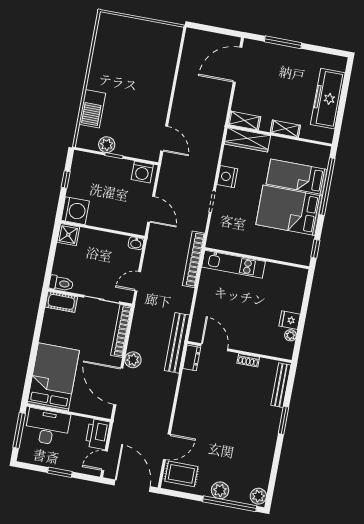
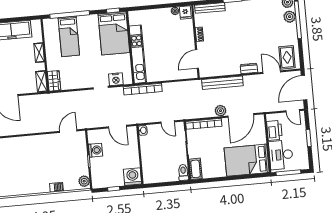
barbecue: (92, 109) -> (56, 187), width x0.53, depth x0.65
wardrobe: (247, 140) -> (54, 81), width x0.67
plant: (107, 145) -> (84, 181), moved
washing machine: (142, 172) -> (95, 150), moved
nightstand: (227, 177) -> (116, 79), moved
door: (151, 209) -> (117, 127), swing flipped
bed: (289, 210) -> (114, 33), moved
shower: (68, 235) -> (150, 177), removed
kitchen unit: (233, 264) -> (138, 54), width x1.36
fridge: (290, 320) -> (185, 12), moved
bench: (177, 343) -> (222, 83), moved
dresser: (192, 358) -> (249, 68), moved
printer: (98, 434) -> (274, 130), moved, turned -90
plant: (220, 490) -> (290, 17), moved

